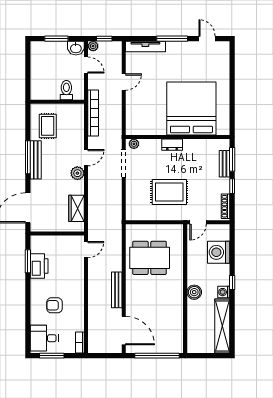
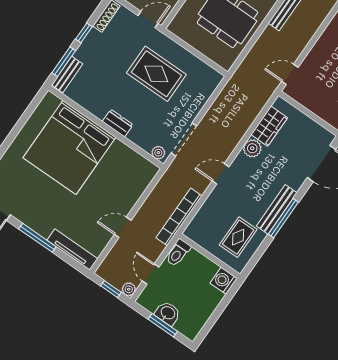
washbasin: (76, 48) -> (168, 313), moved
toilet: (66, 90) -> (178, 253), moved
washing machine: (38, 92) -> (224, 281), added
bench: (224, 164) -> (67, 74), moved
plant: (77, 173) -> (252, 148), moved

